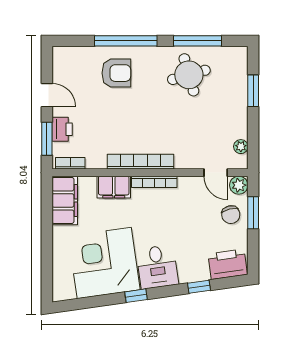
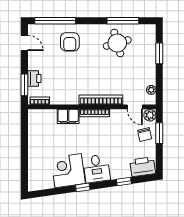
window: (126, 41) -> (55, 21), moved
armchair: (116, 73) -> (70, 42), turned 90
door: (47, 95) -> (24, 43), moved
bookcase: (141, 162) -> (101, 100), moved
filing cabinet: (65, 200) -> (36, 125), removed
corner desk: (104, 263) -> (68, 171), width x0.74, depth x0.74

